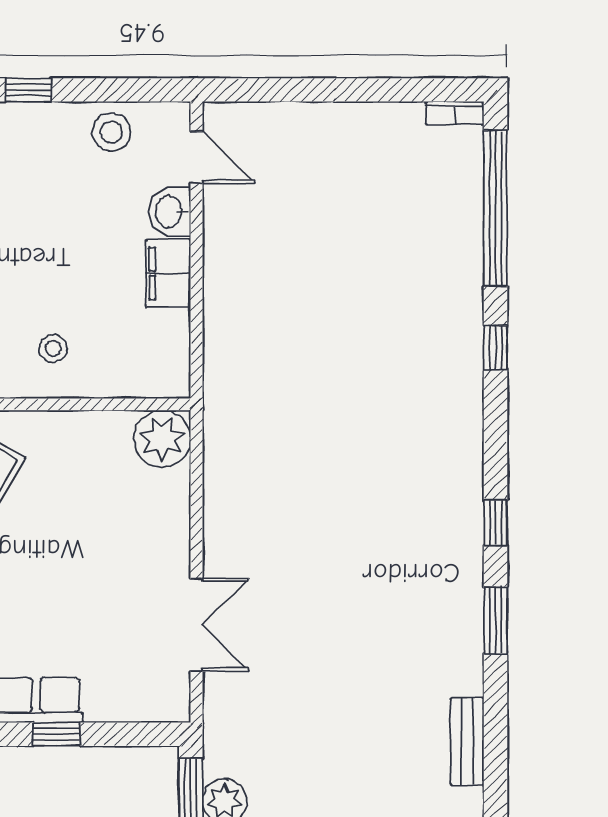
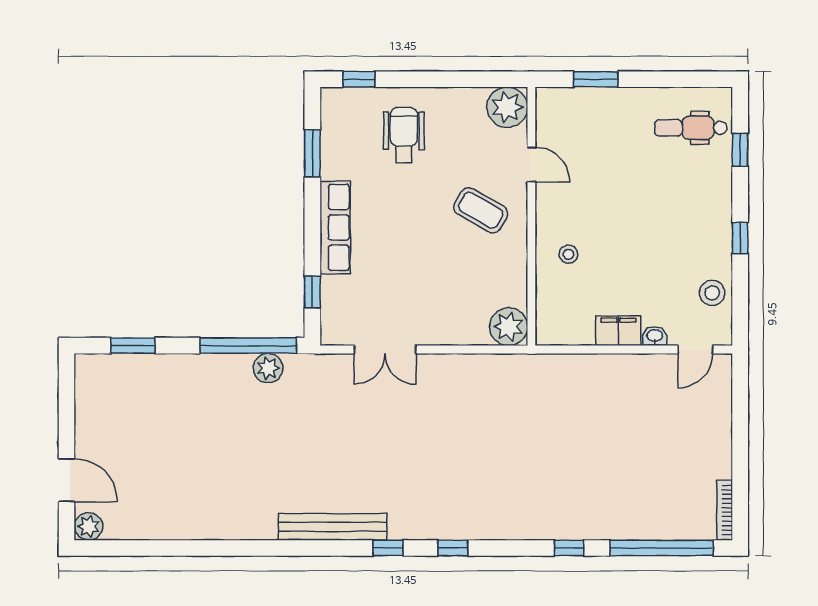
bookcase: (455, 113) -> (725, 510), width x1.56
washbasin: (170, 212) -> (655, 336), width x0.72, depth x0.69
window: (495, 620) -> (388, 548), width x0.67
window: (57, 734) -> (312, 292), moved
bench: (467, 741) -> (333, 527), width x1.86, depth x1.21

